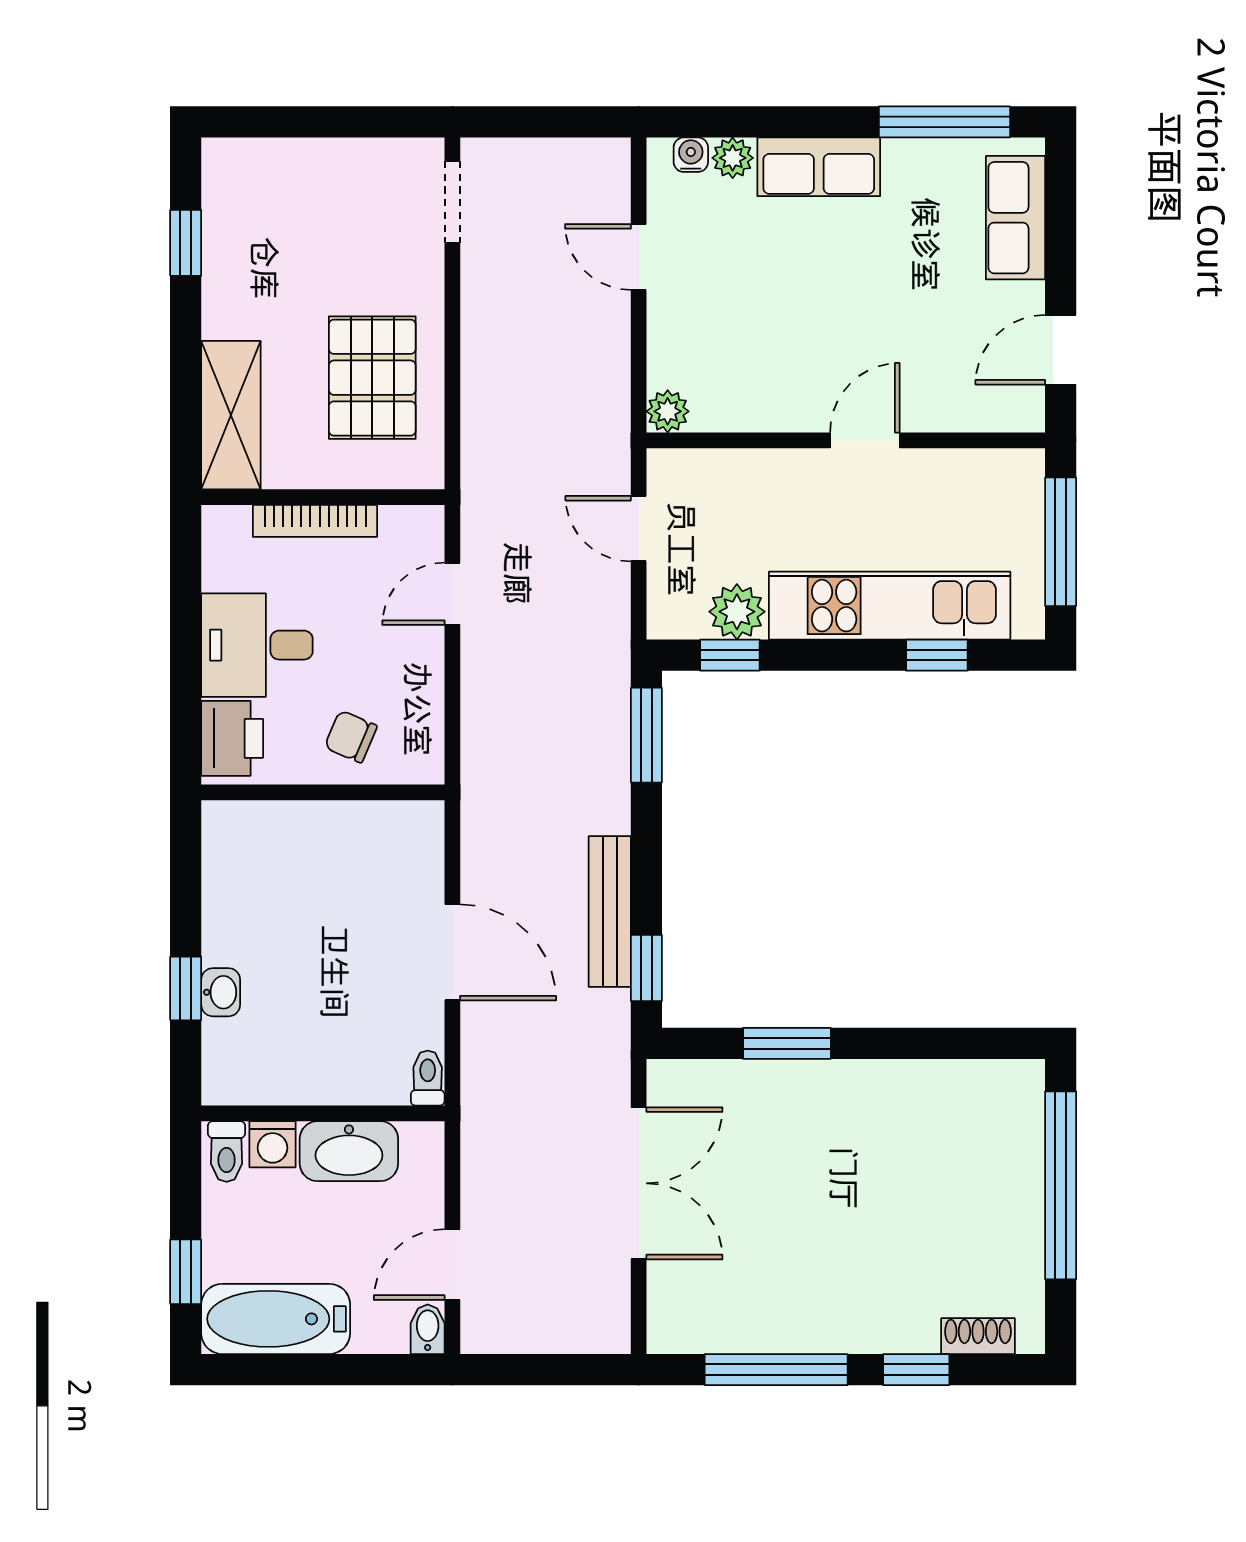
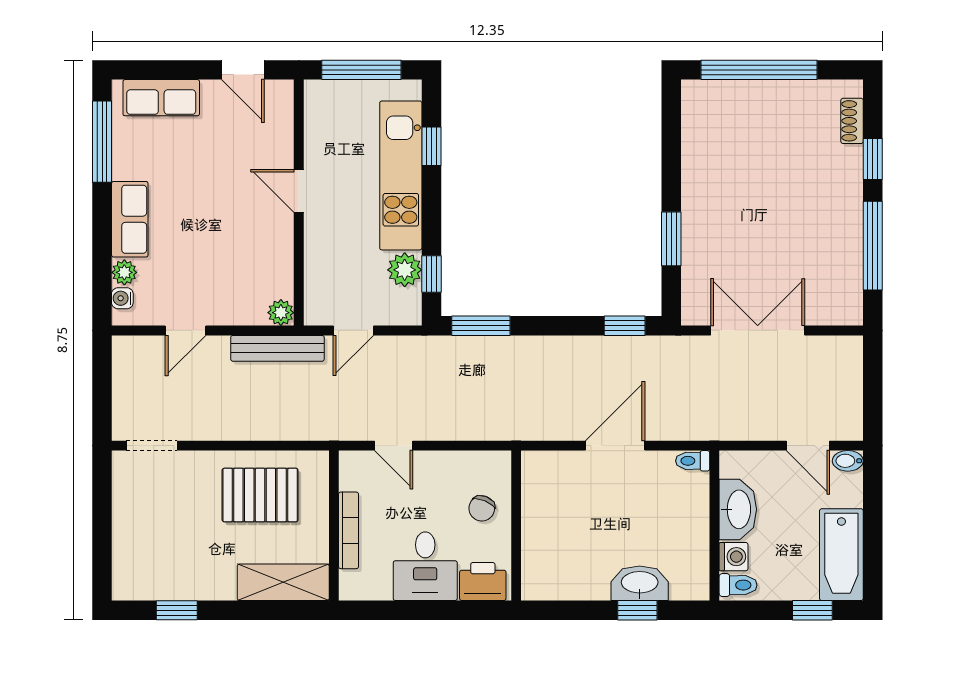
bench: (610, 911) -> (277, 348), moved
washbasin: (221, 992) -> (640, 583), width x1.91, depth x1.45

